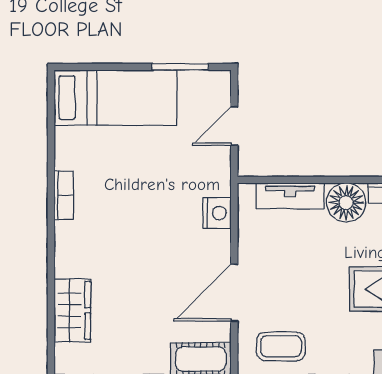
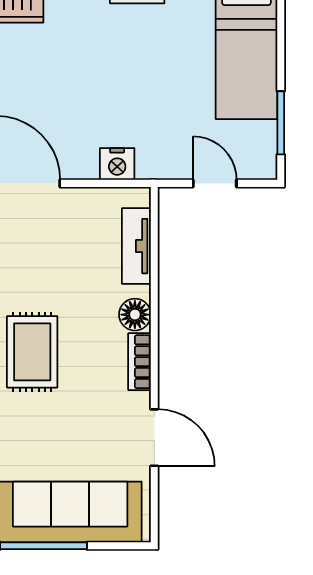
floor lamp: (346, 203) -> (135, 315), width x0.73, depth x0.73

